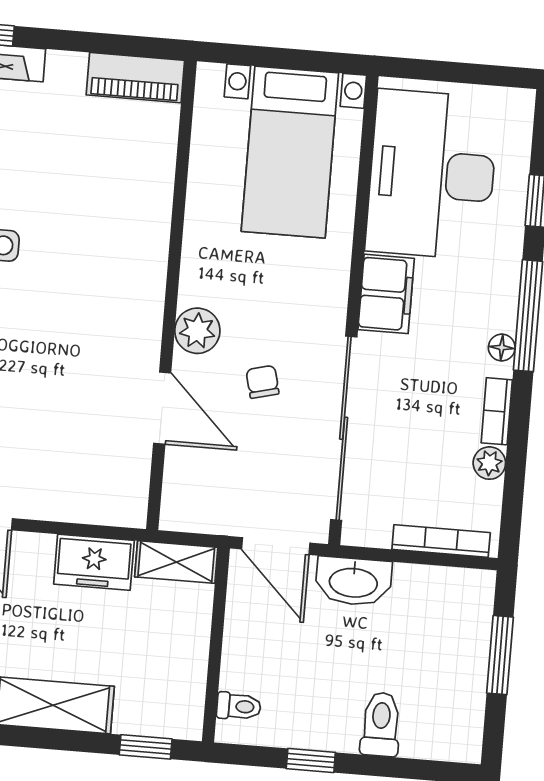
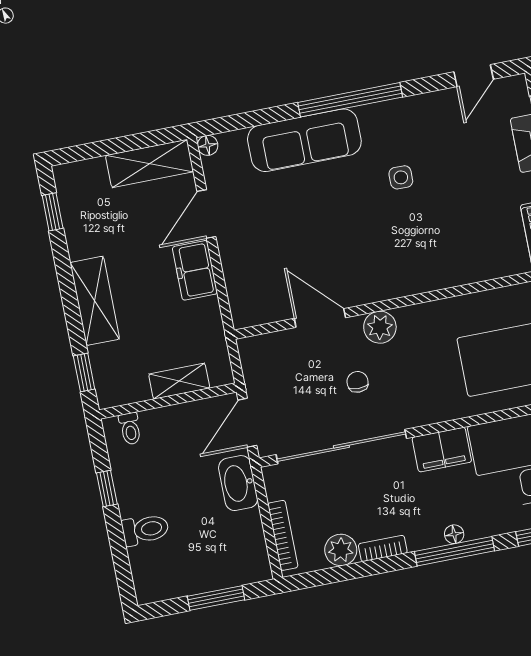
floor lamp: (502, 348) -> (454, 534), moved
chair: (263, 382) -> (358, 382), turned -76
door: (162, 408) -> (320, 318), swing flipped
plant: (489, 463) -> (341, 550), width x1.38, depth x1.38
freezer: (94, 562) -> (195, 270), moved
shelving: (176, 562) -> (179, 381), moved, turned 90

